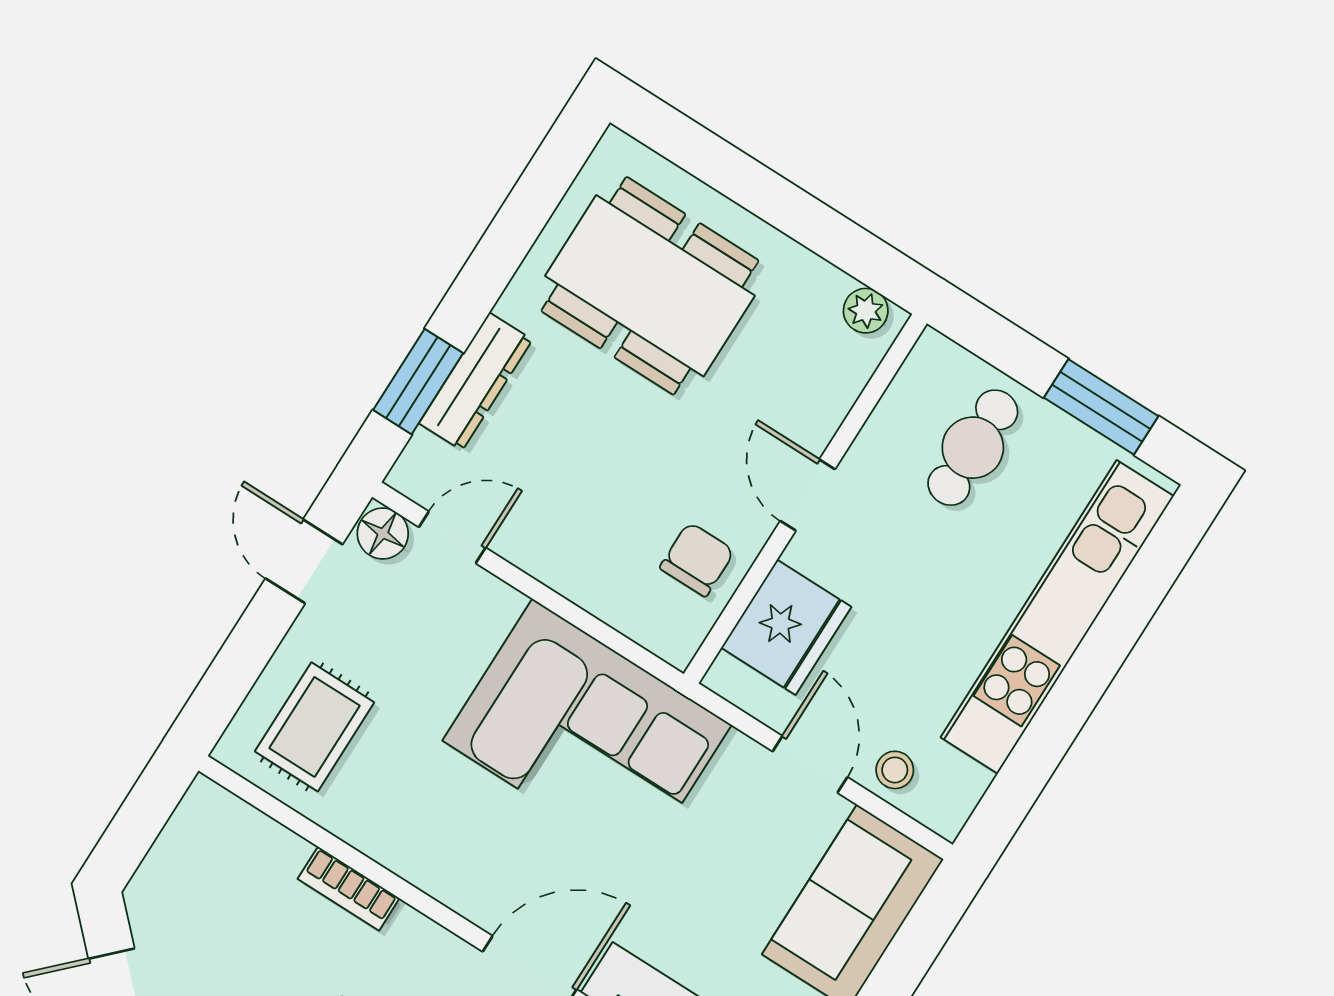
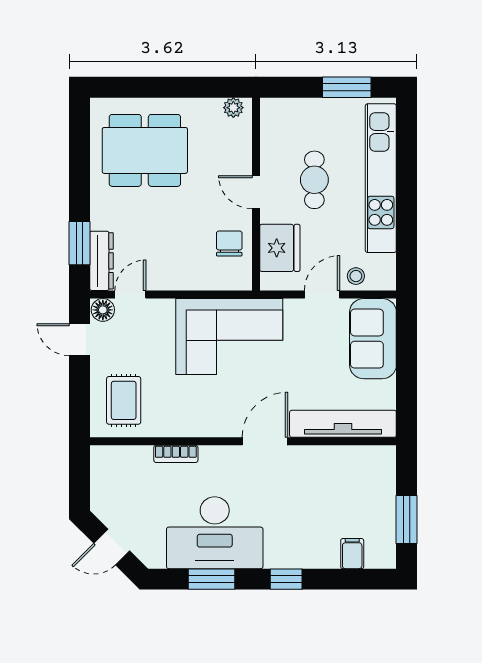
dresser: (476, 381) -> (101, 261), moved
cafe table: (973, 448) -> (314, 180), moved
door: (810, 764) -> (322, 295), hinge flipped

